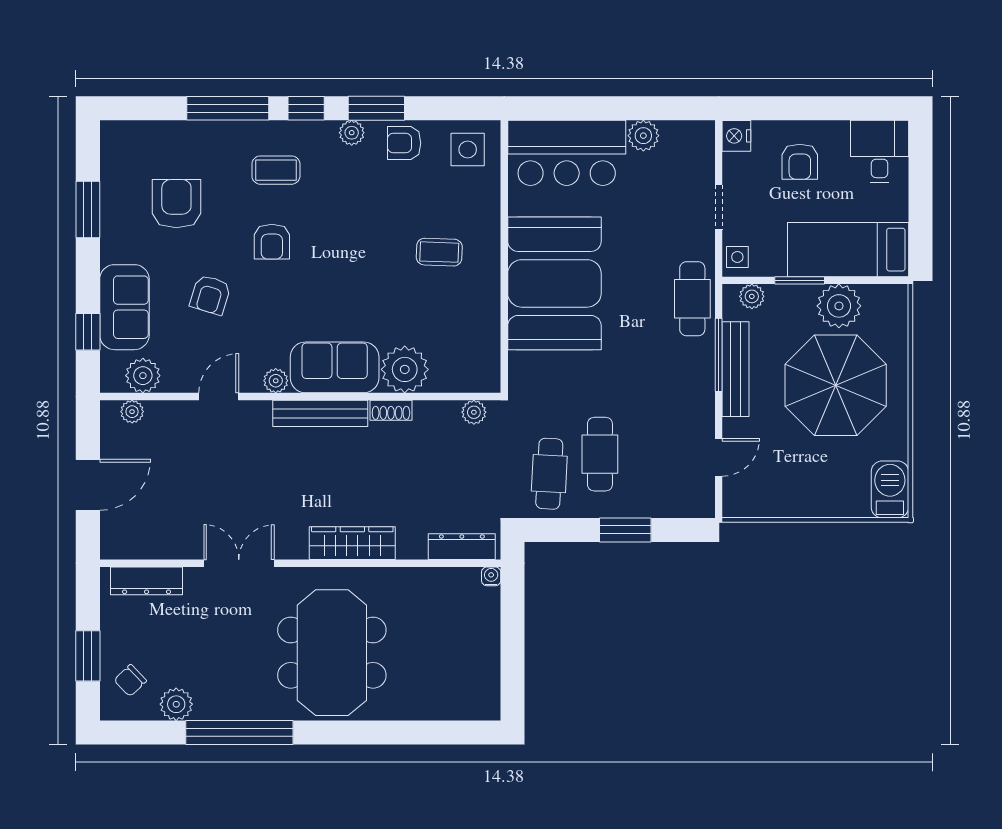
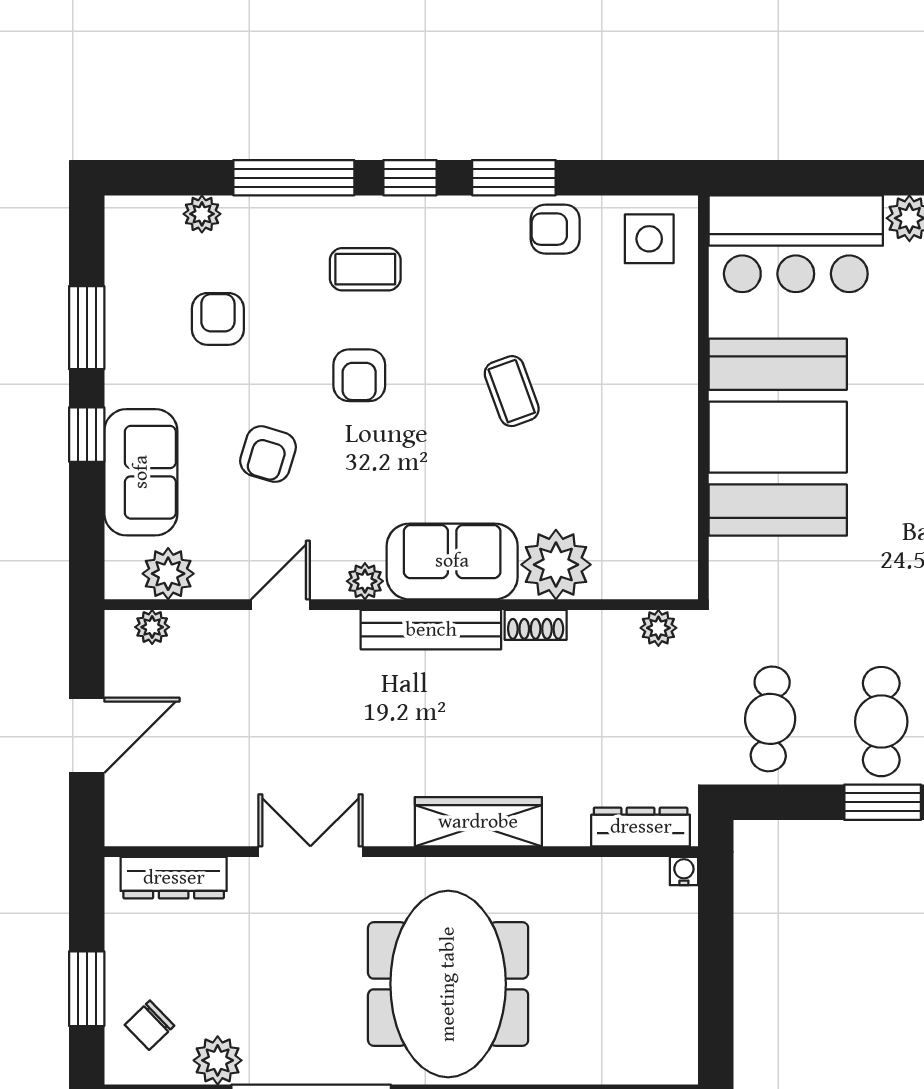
plant: (352, 133) -> (202, 214), moved
armchair: (176, 204) -> (218, 319), width x0.72, depth x0.72
coffee table: (439, 252) -> (512, 391), moved, turned 68
window: (88, 332) -> (87, 435), moved
cafe table: (600, 454) -> (881, 722), moved

